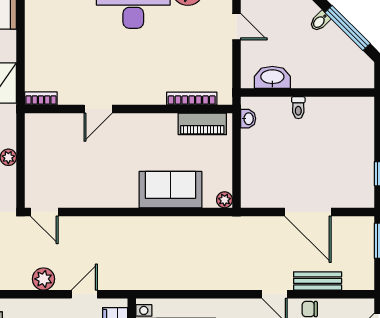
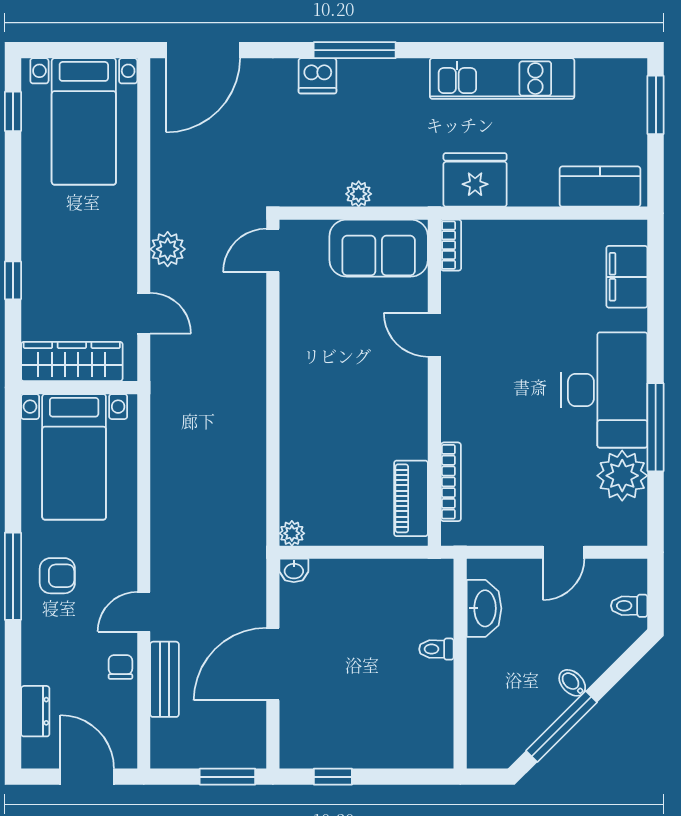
washbasin: (248, 119) -> (294, 570), moved
sofa: (170, 190) -> (379, 248), moved, turned 90

